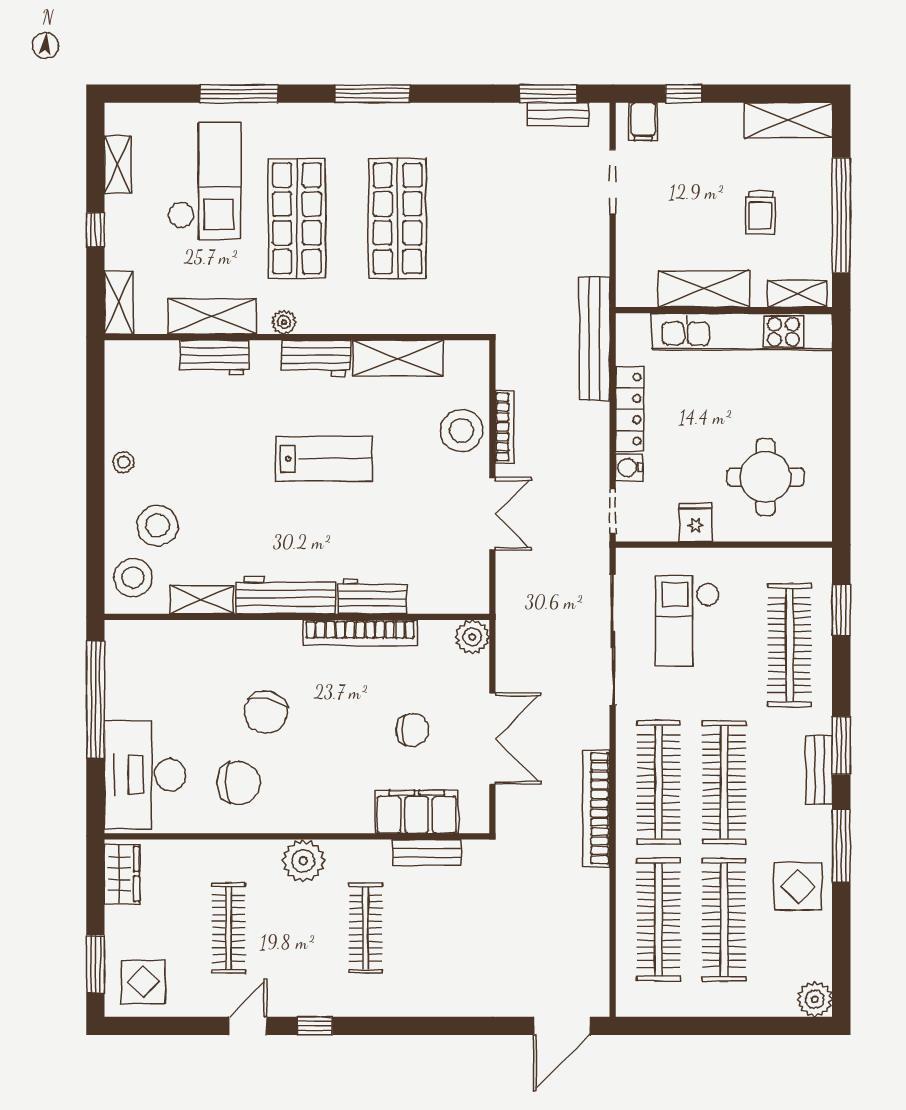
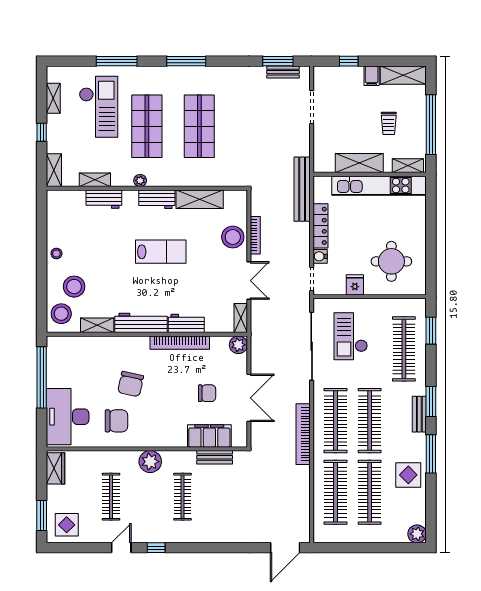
filing cabinet: (643, 122) -> (372, 76), moved
shelving: (212, 316) -> (95, 180), width x0.67, depth x0.75
shelving: (477, 586) -> (241, 318), added

